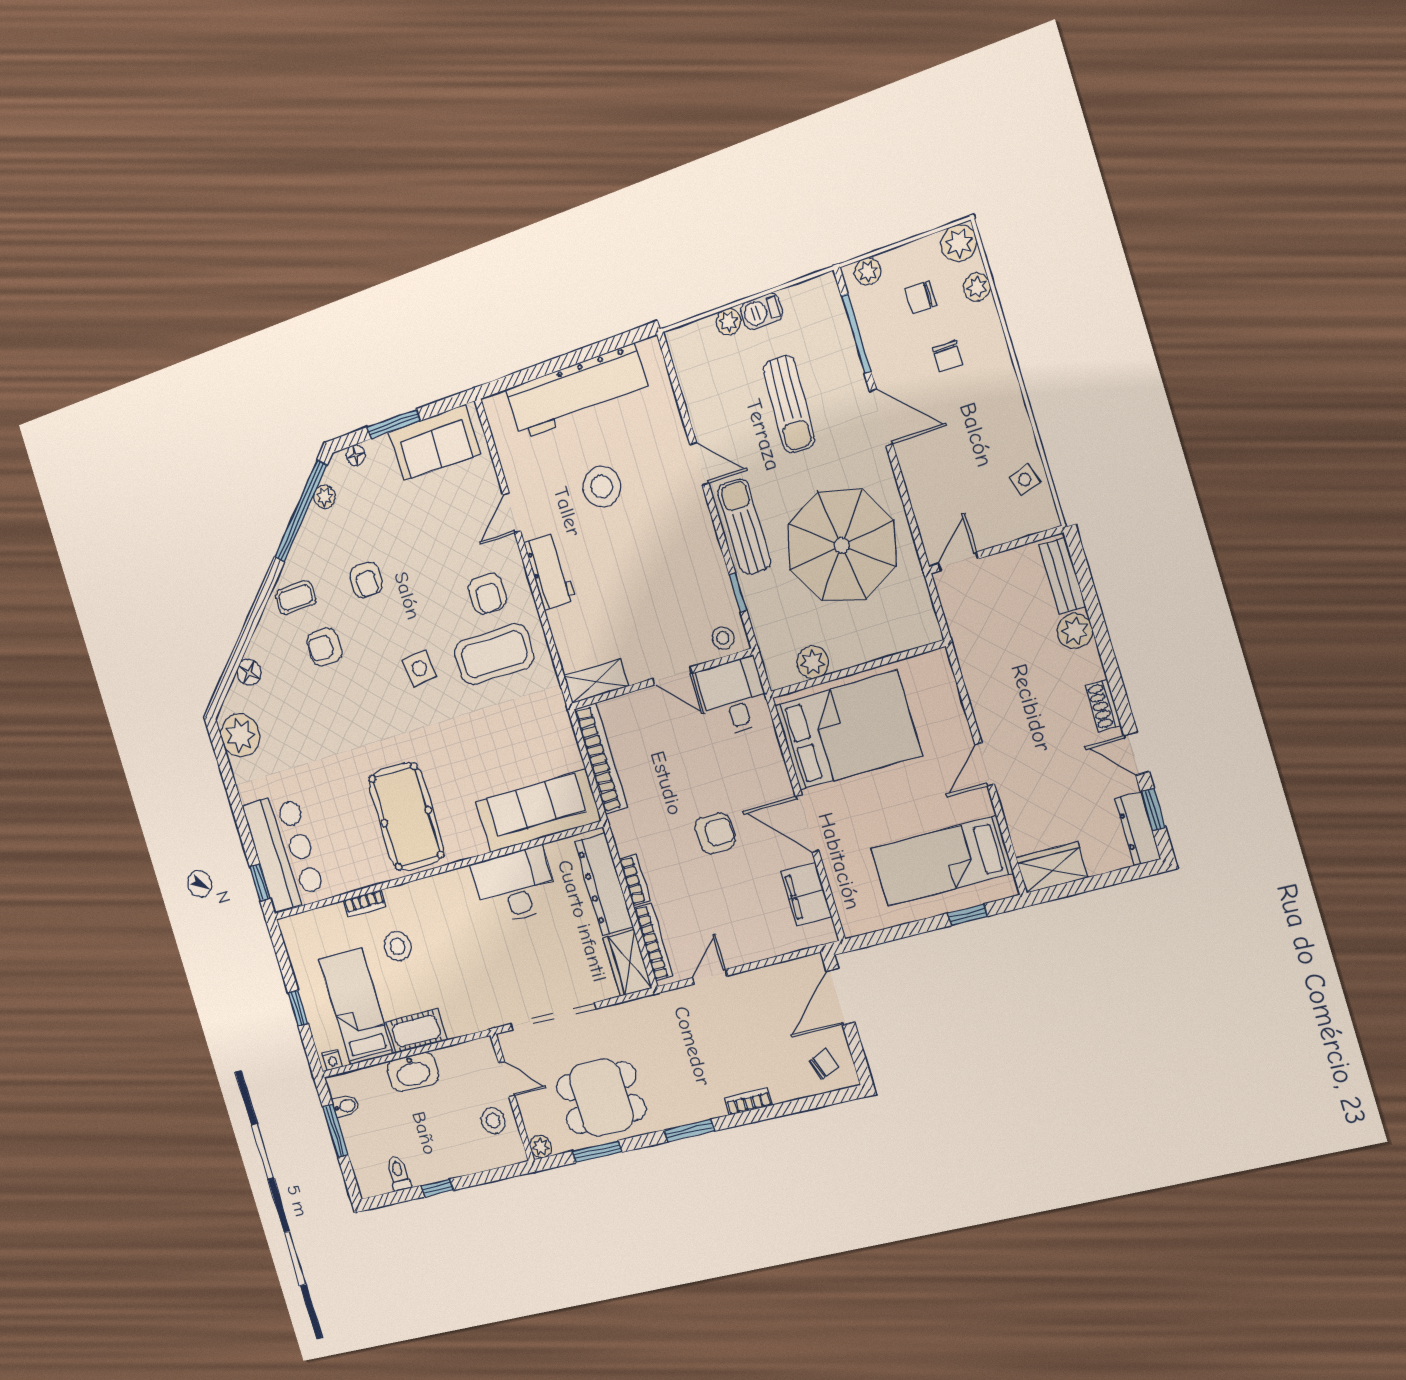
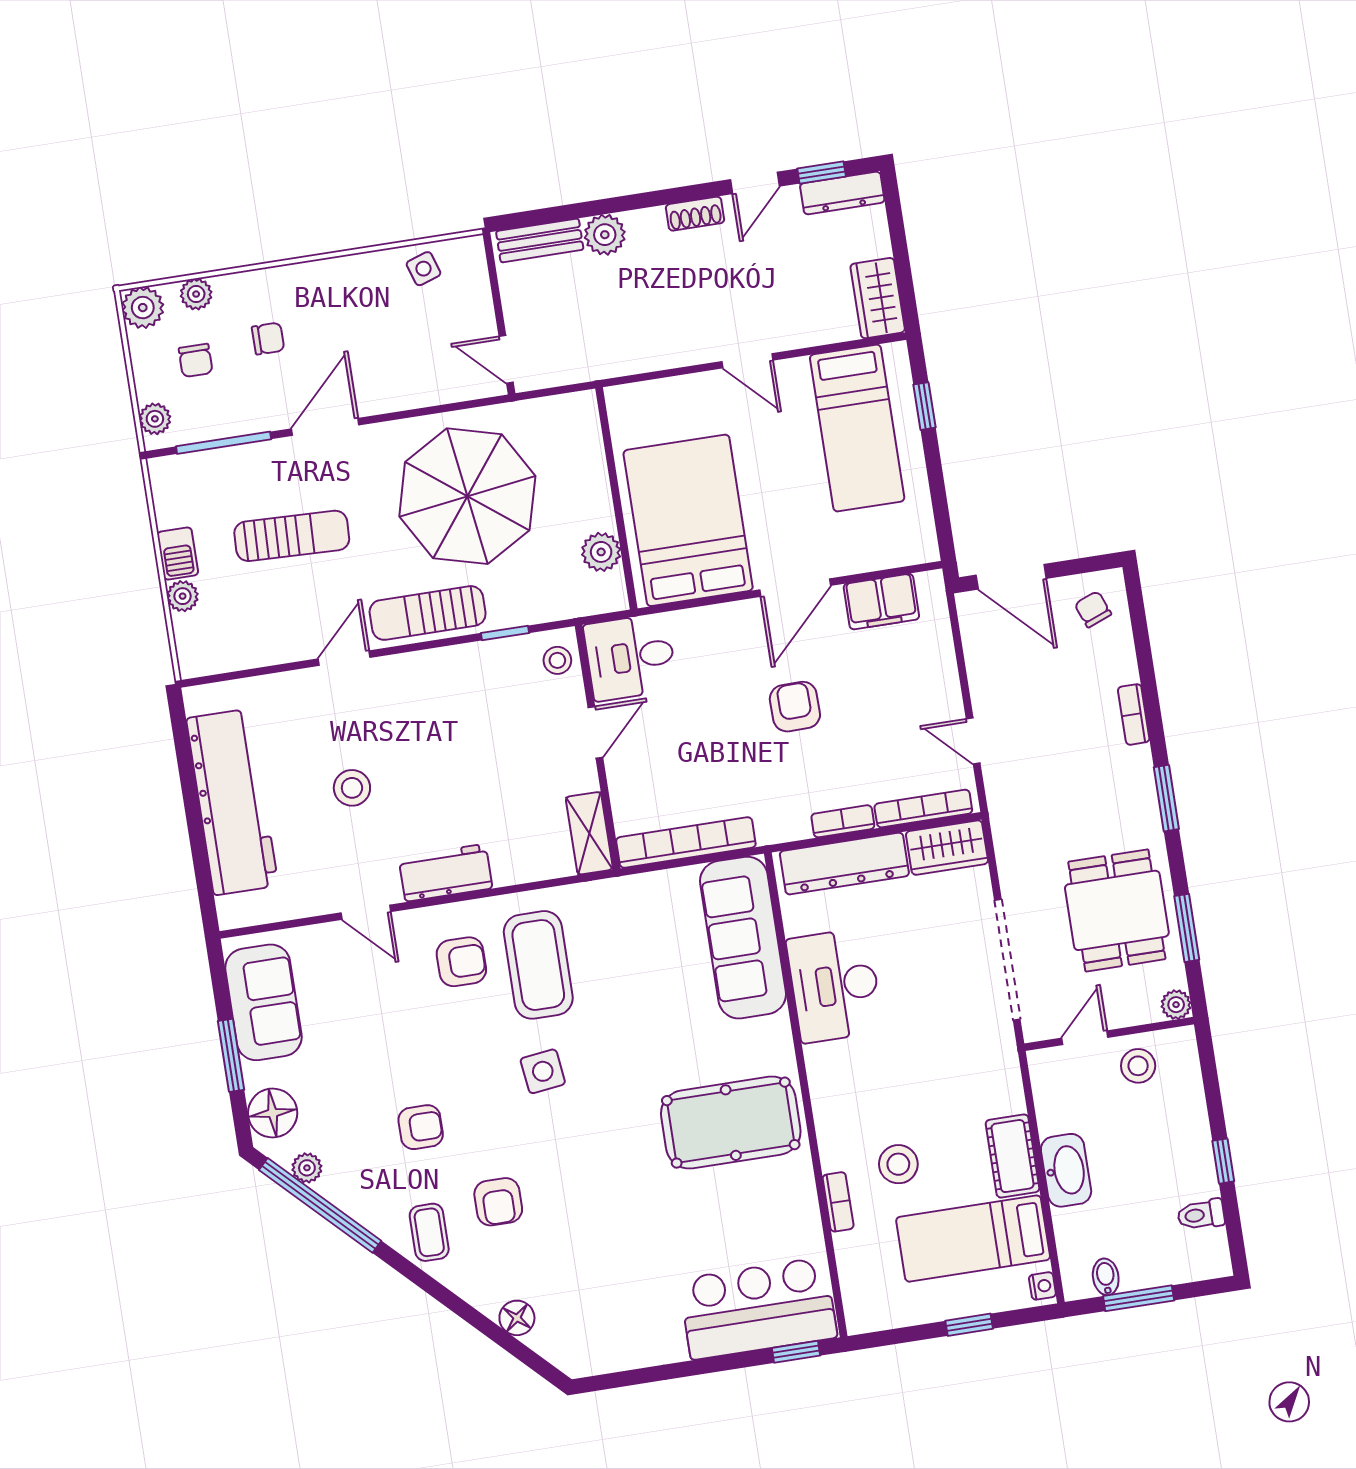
floor lamp: (356, 455) -> (273, 1113), width x1.89, depth x1.89
stool: (602, 487) -> (352, 788), width x0.73, depth x0.73
plant: (240, 735) -> (598, 1346), removed

